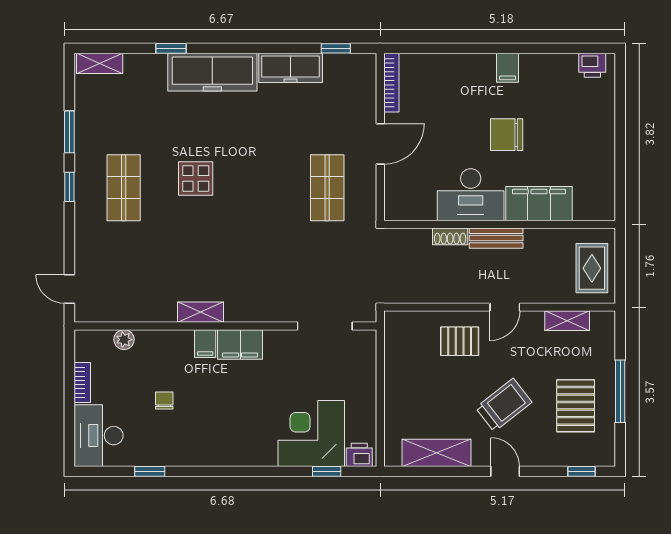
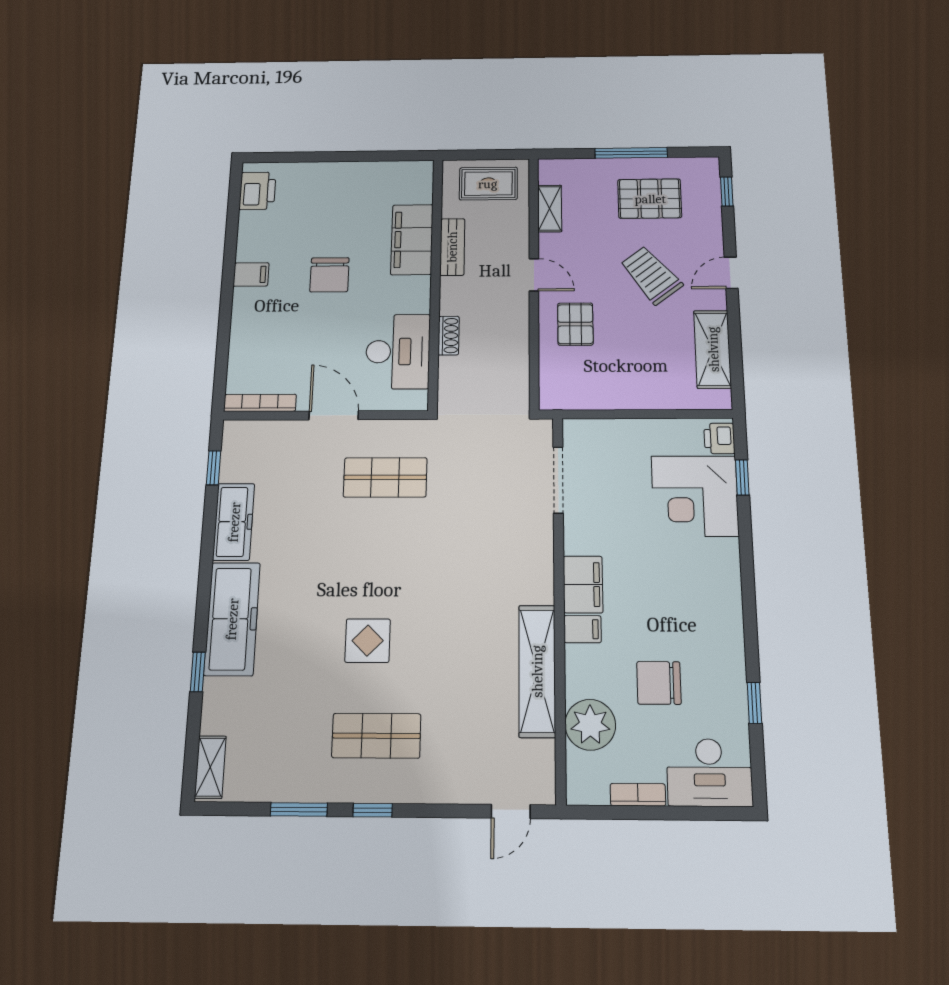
printer: (592, 65) -> (257, 191), width x1.36, depth x1.24
desk: (471, 195) -> (398, 352), moved
bench: (496, 238) -> (452, 247), moved
shelving: (200, 312) -> (537, 671), width x2.20, depth x1.33
plant: (124, 340) -> (590, 725), width x1.87, depth x1.87
chair: (164, 401) -> (659, 683), width x1.87, depth x1.87

